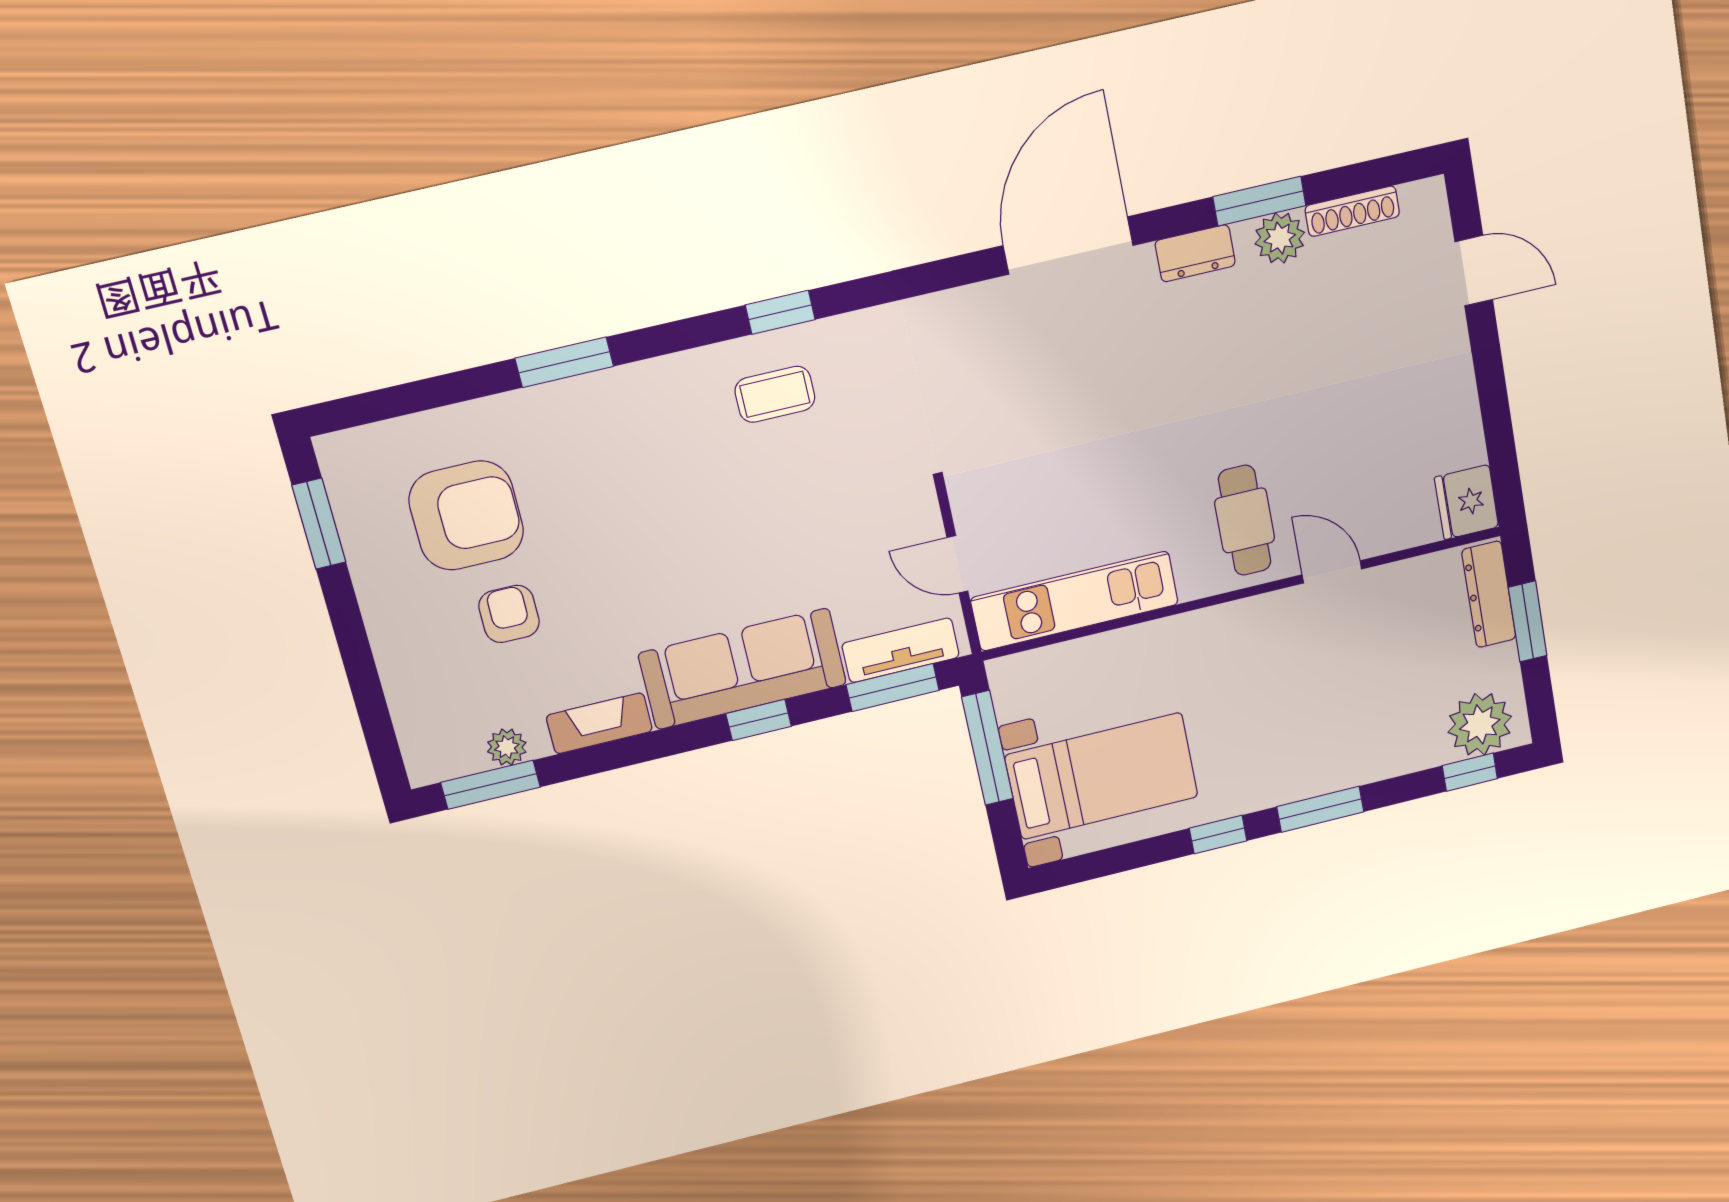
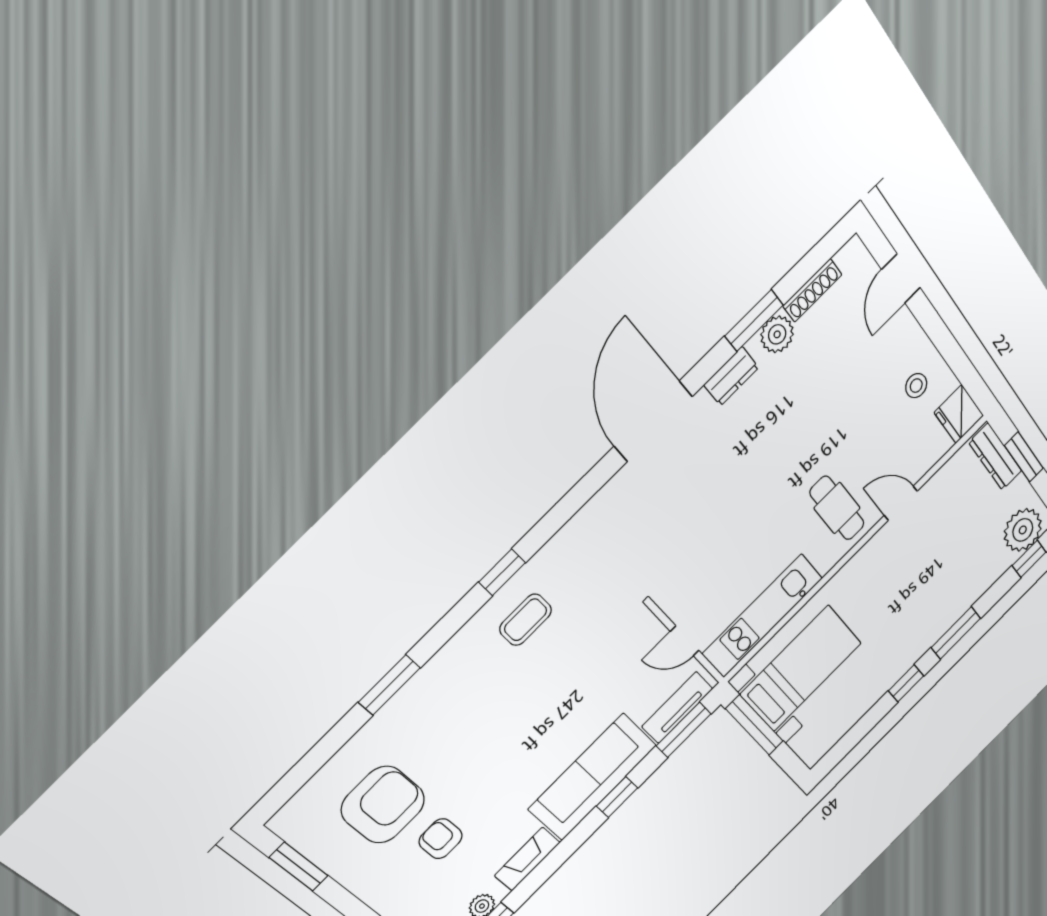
door: (1474, 271) -> (901, 279), swing flipped
stool: (1428, 425) -> (916, 386), added
bed with nightstands: (1102, 776) -> (801, 669), moved

